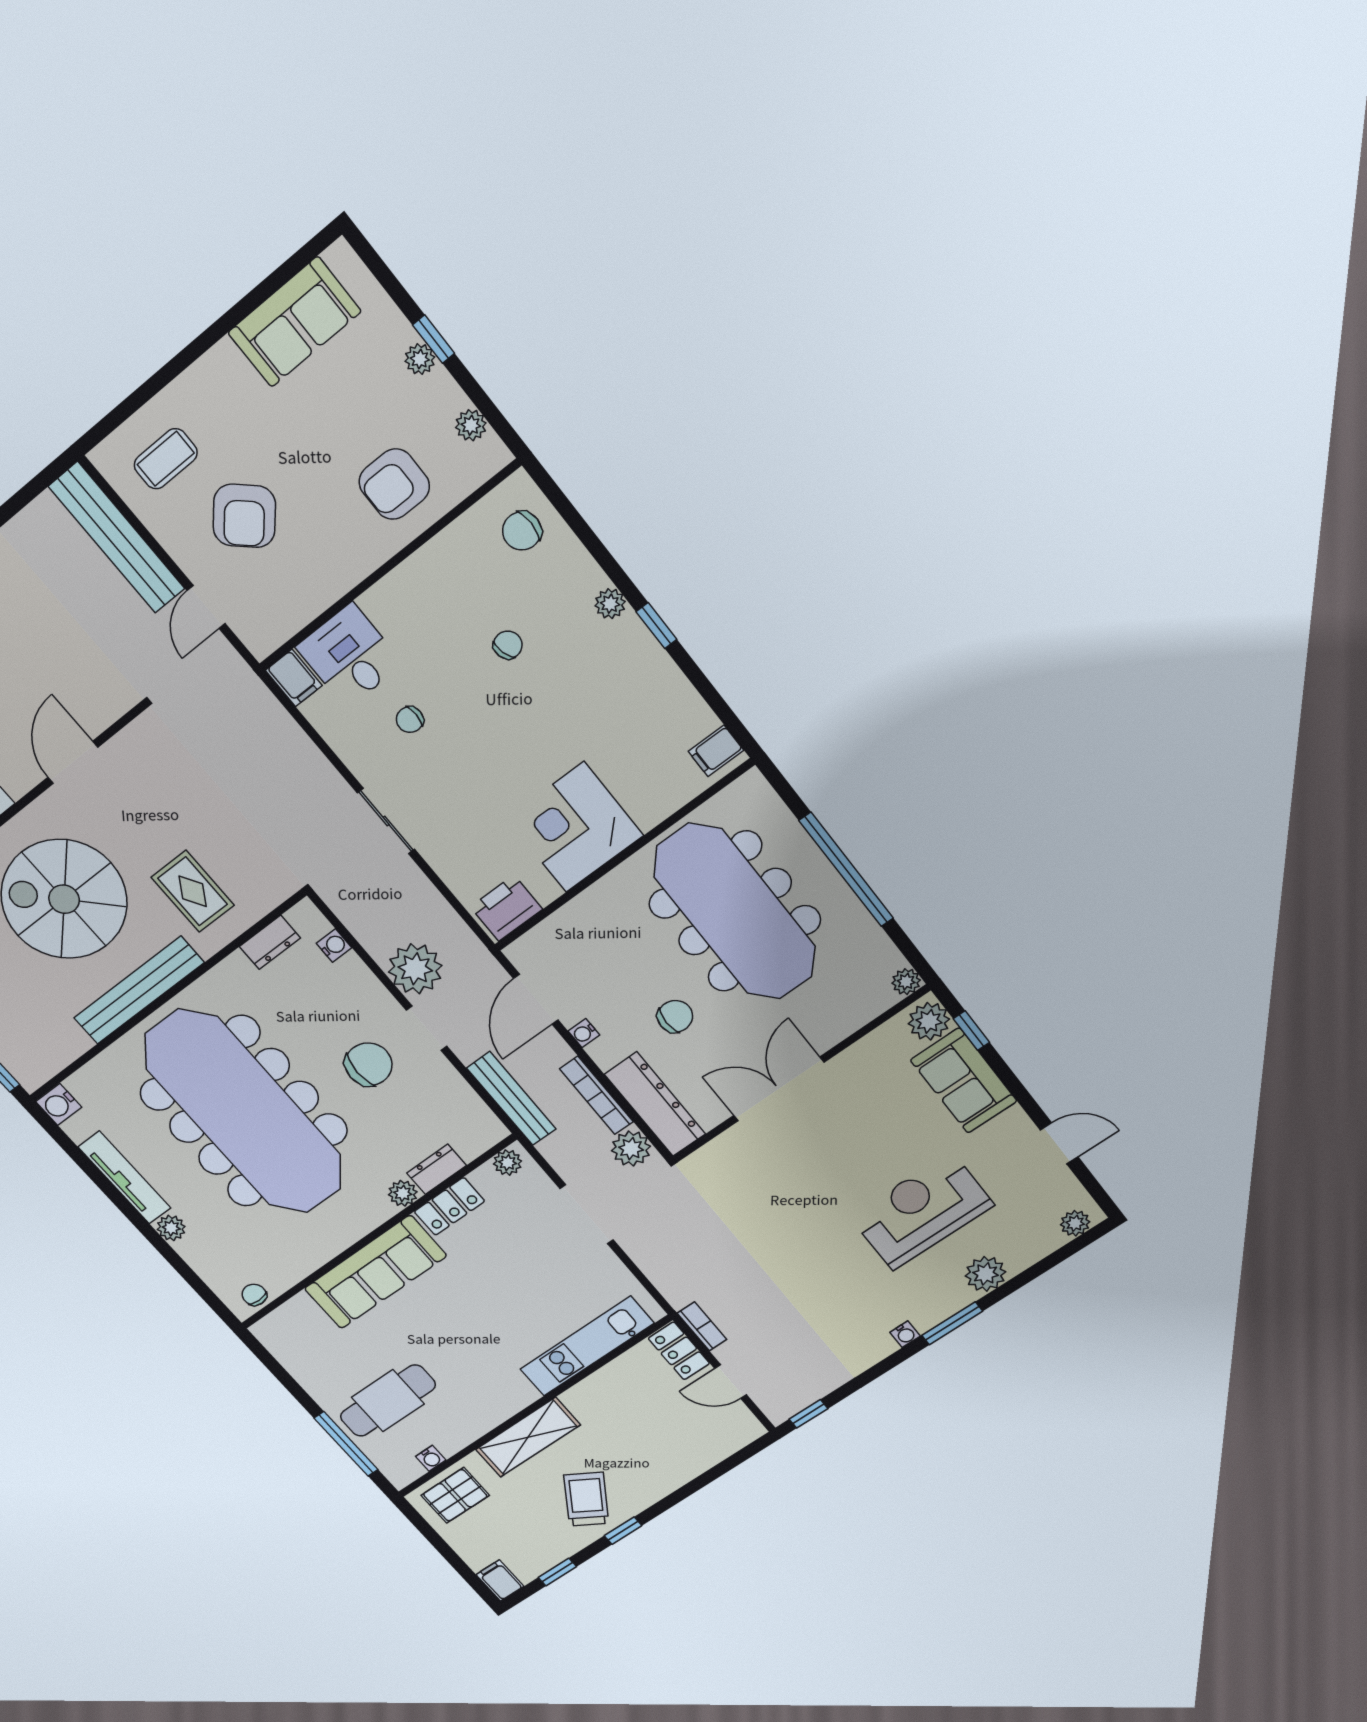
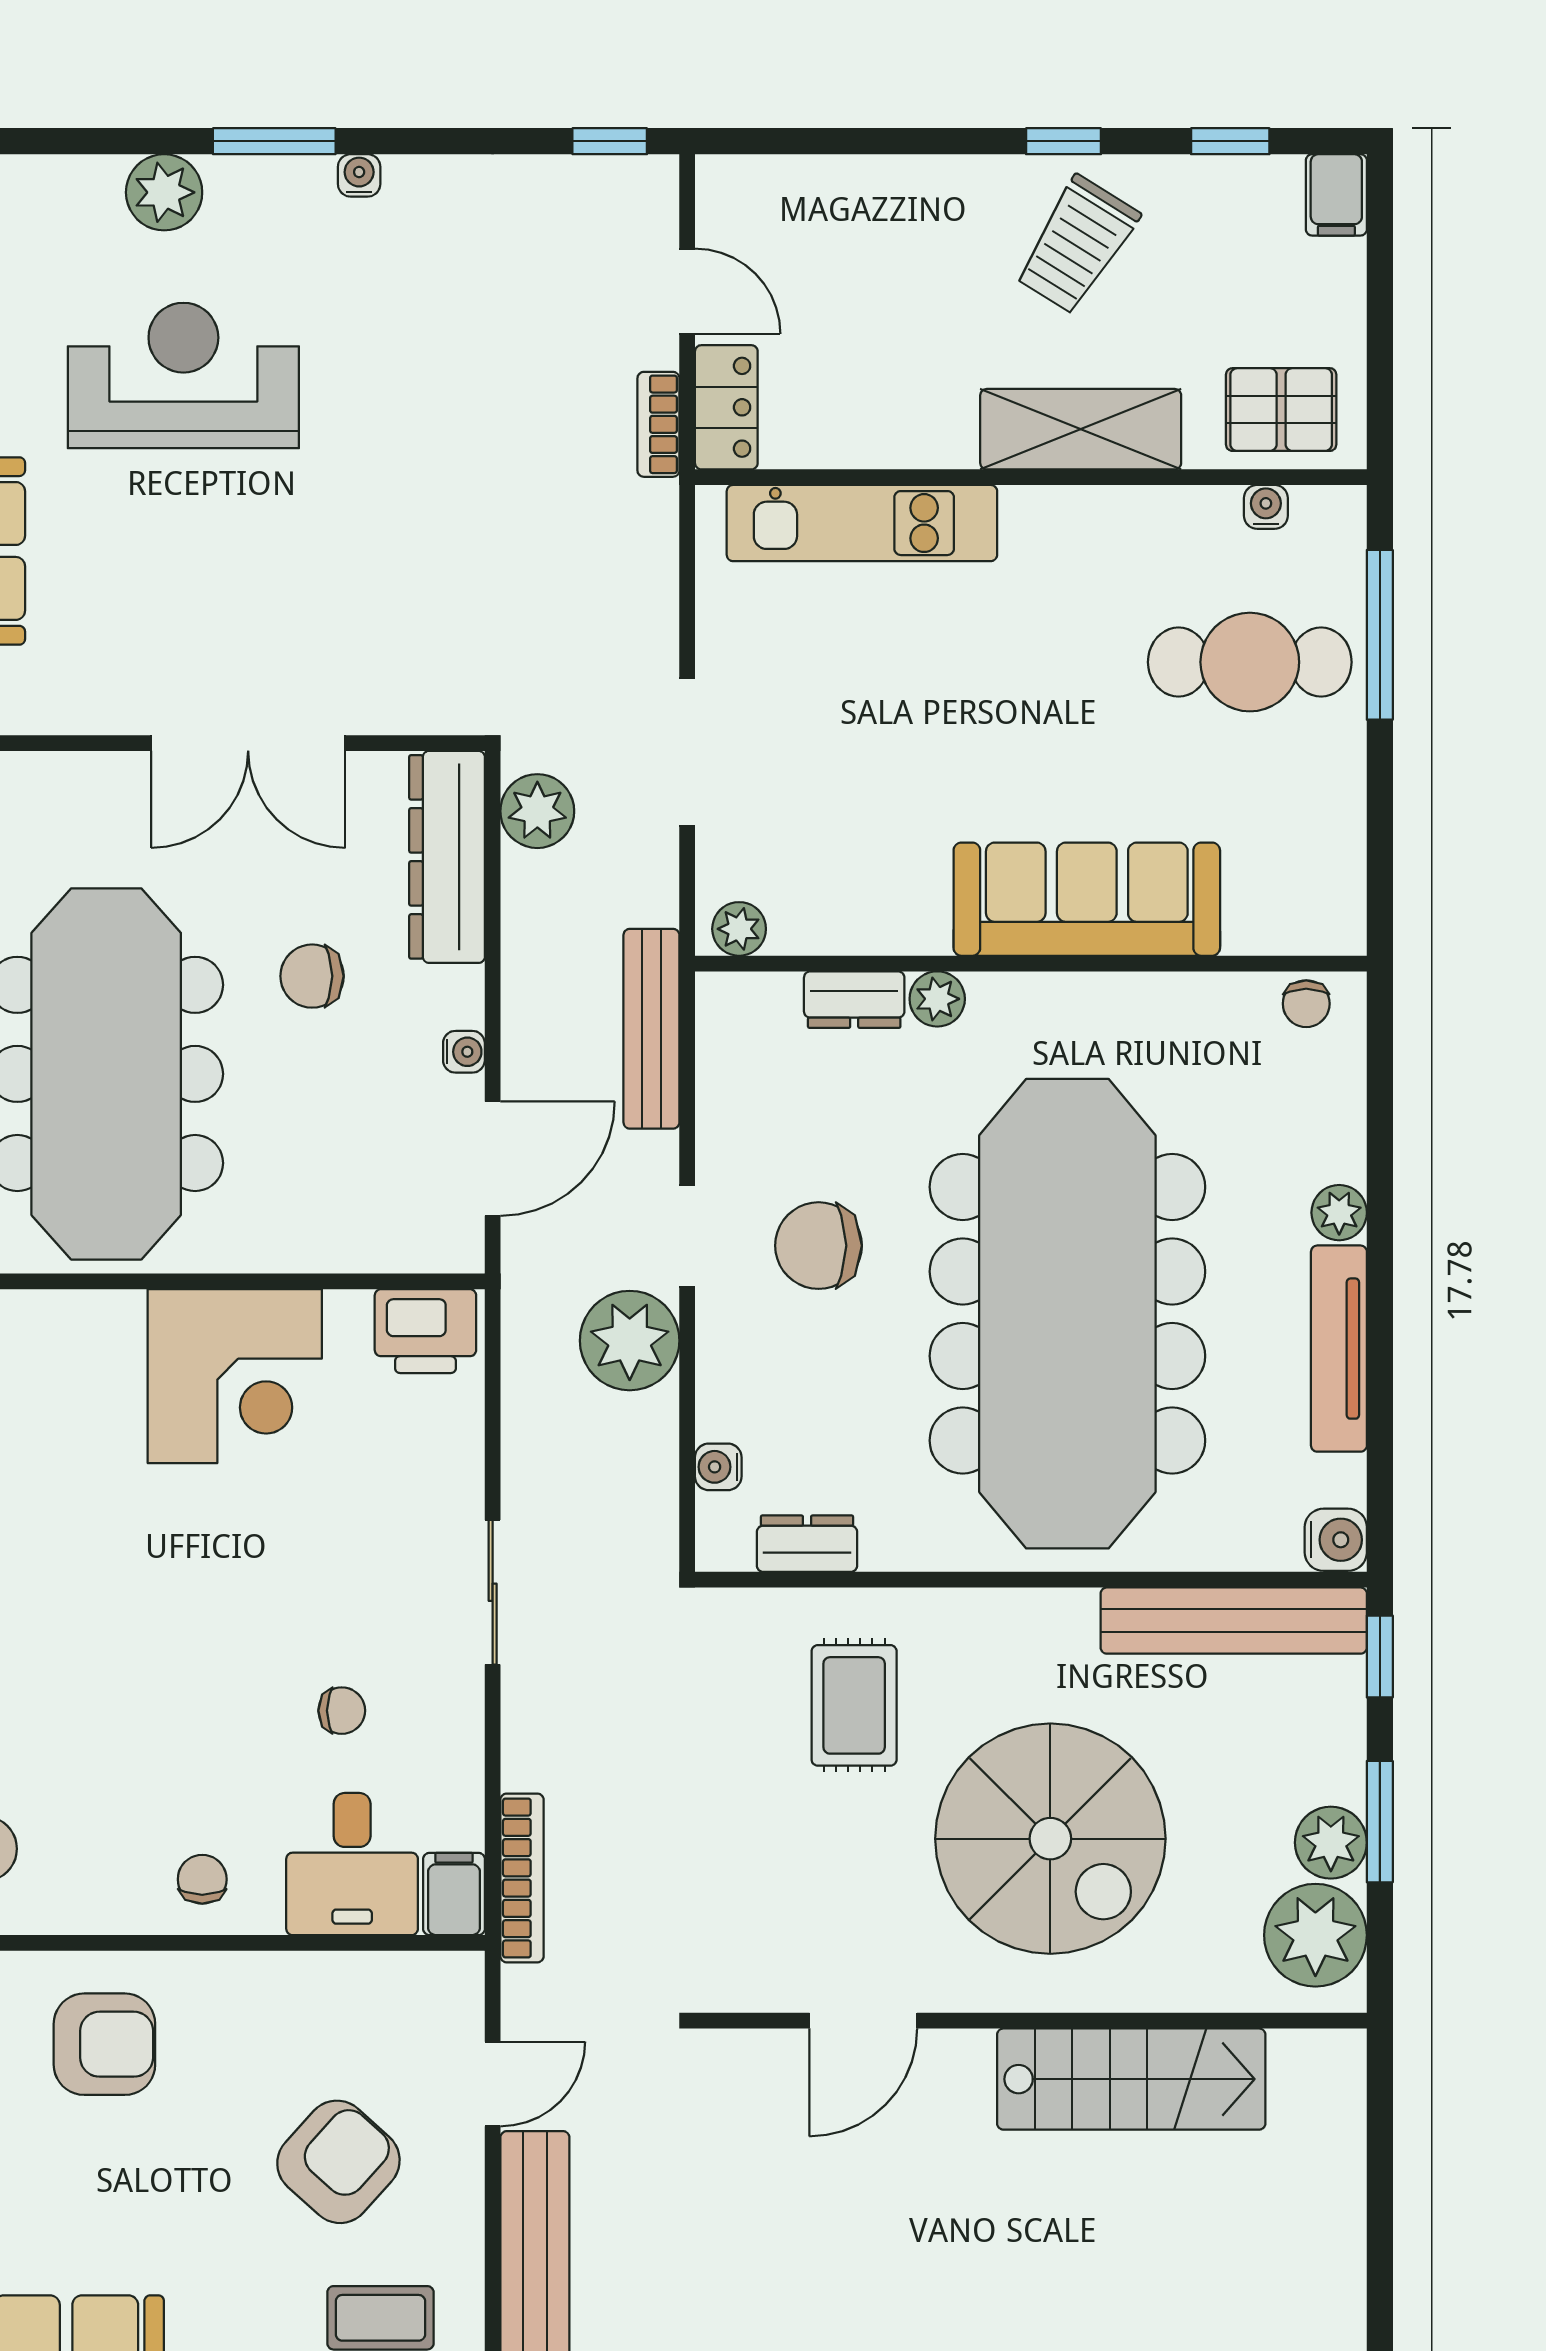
chair: (508, 645) -> (202, 1879), moved, turned 105
bench: (139, 990) -> (1234, 1621), moved
bookcase: (596, 1095) -> (522, 1878), moved
locker: (449, 1206) -> (884, 923), removed
reception desk: (922, 1211) -> (183, 375), turned 180

